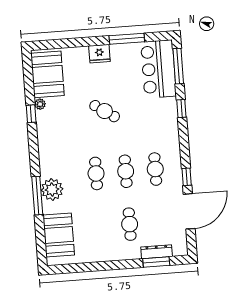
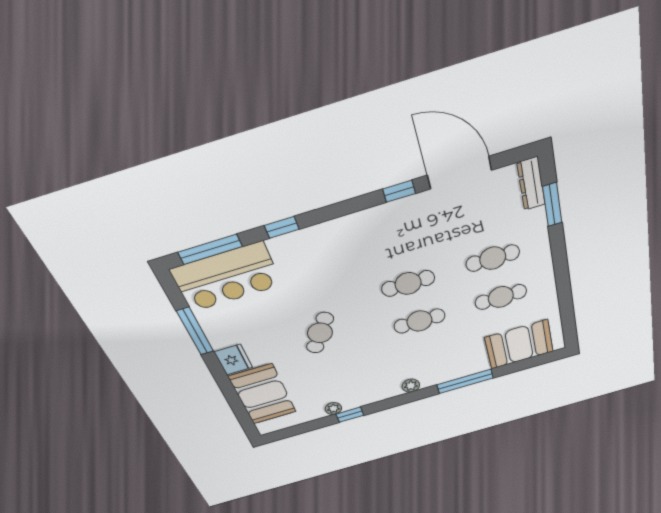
booth: (47, 74) -> (263, 394), moved, turned 90
cafe table: (155, 169) -> (501, 297), moved
plant: (52, 190) -> (411, 386), moved, width x0.53, depth x0.53
dresser: (157, 252) -> (531, 184), moved

